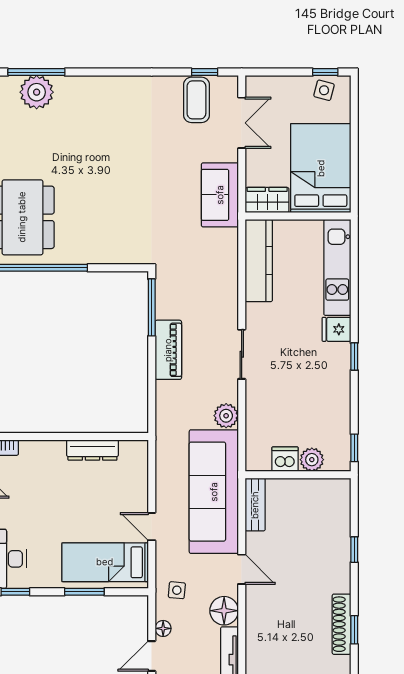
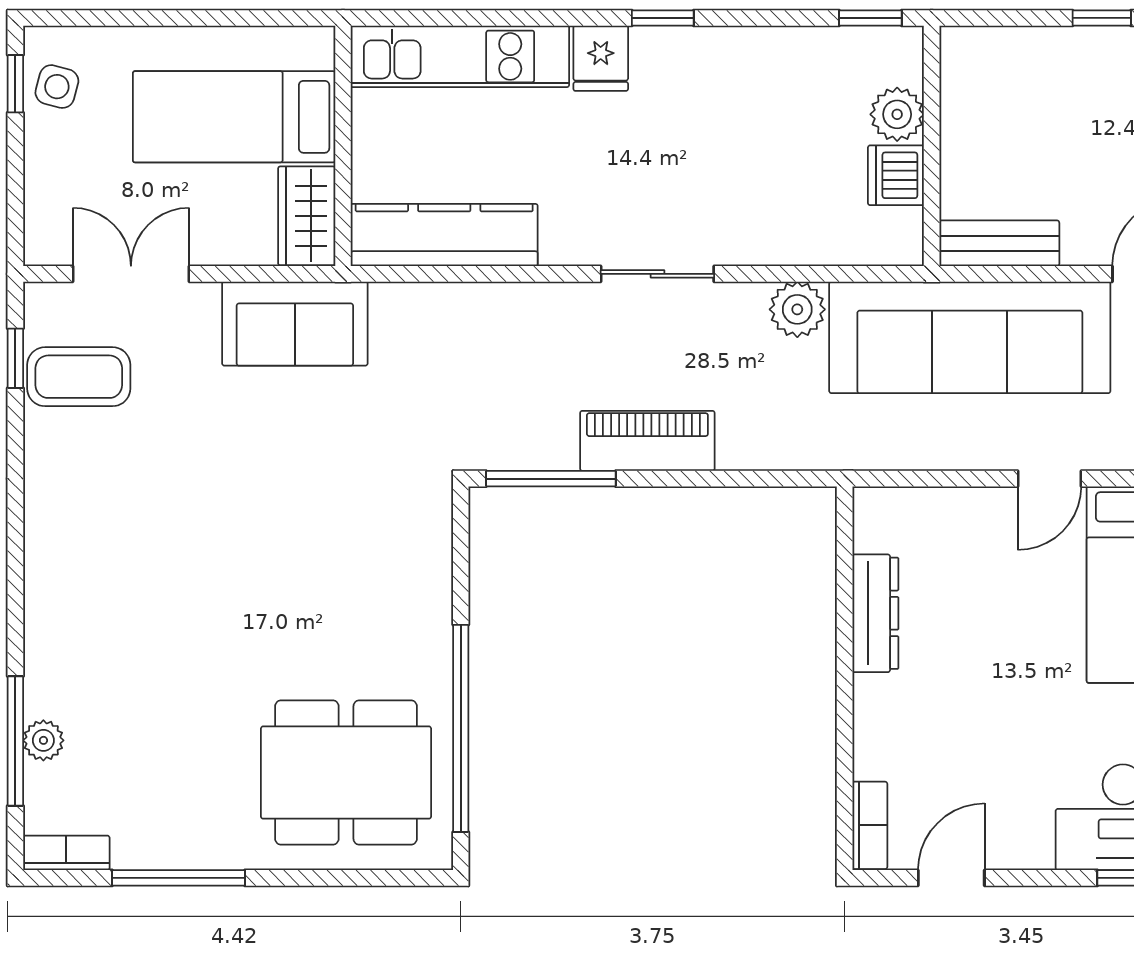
plant: (37, 92) -> (43, 740), width x0.53, depth x0.53
bed: (321, 168) -> (234, 117), width x0.67

